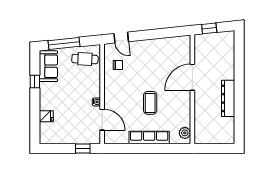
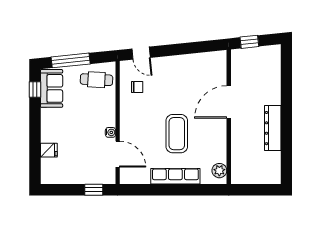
window: (35, 82) -> (35, 90), moved
coffee table: (150, 103) -> (177, 134), width x1.36, depth x1.32

